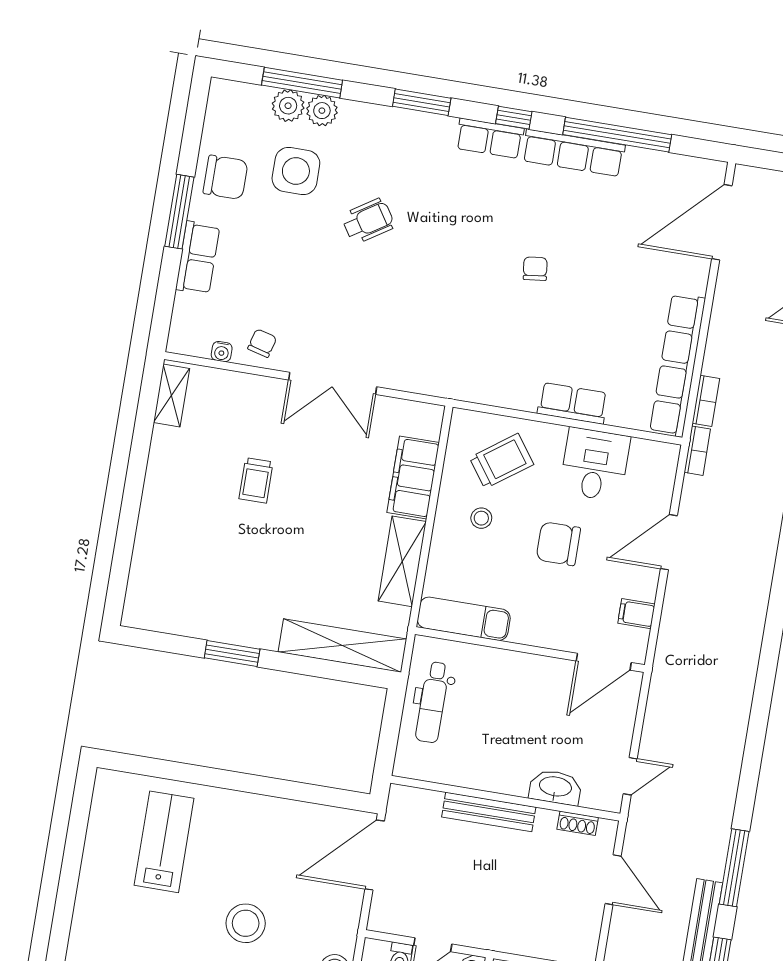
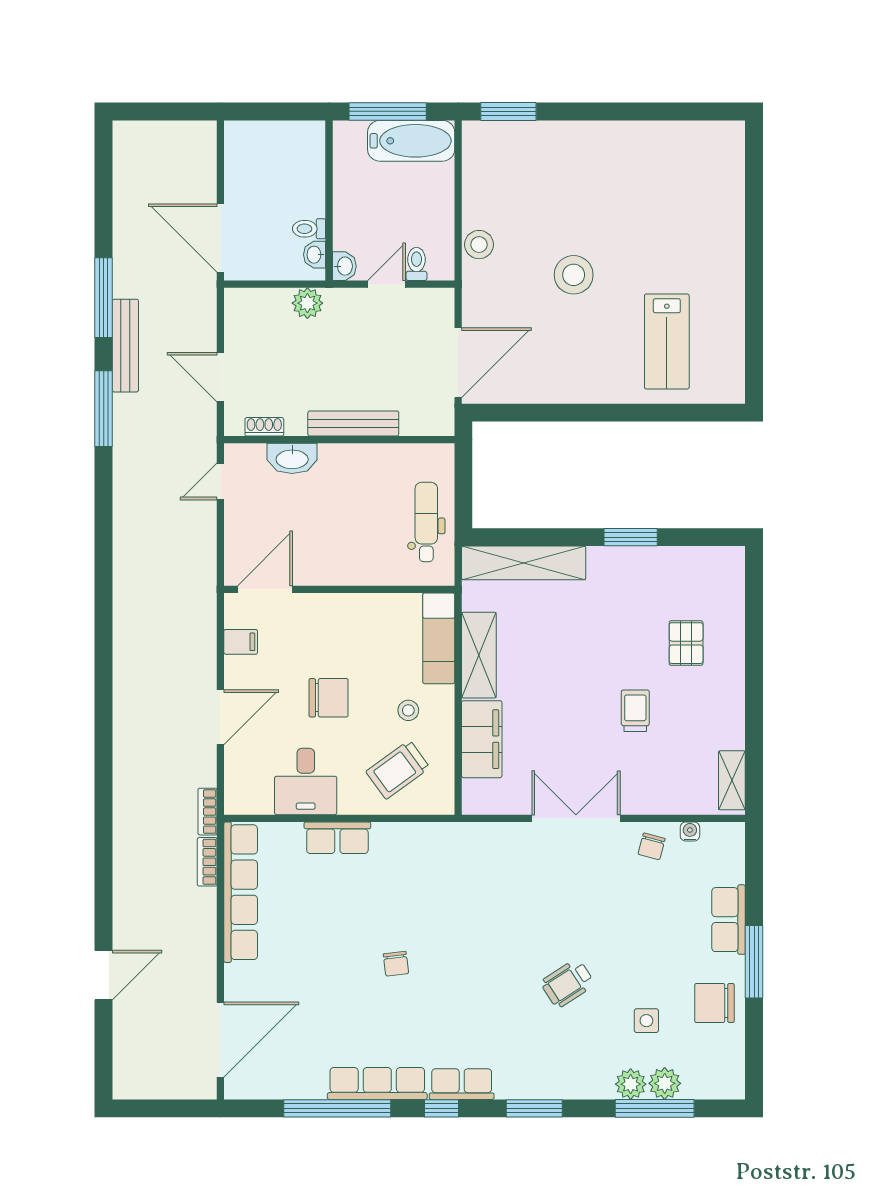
side table: (296, 171) -> (646, 1021), width x0.54, depth x0.54
pallet: (195, 539) -> (686, 643), added
exam couch: (464, 619) -> (439, 638), moved, turned 90
plant: (514, 939) -> (307, 303), added

